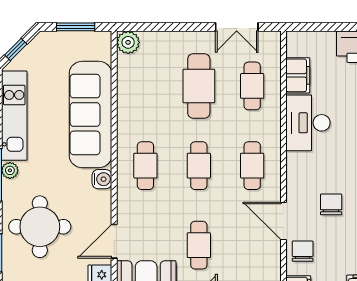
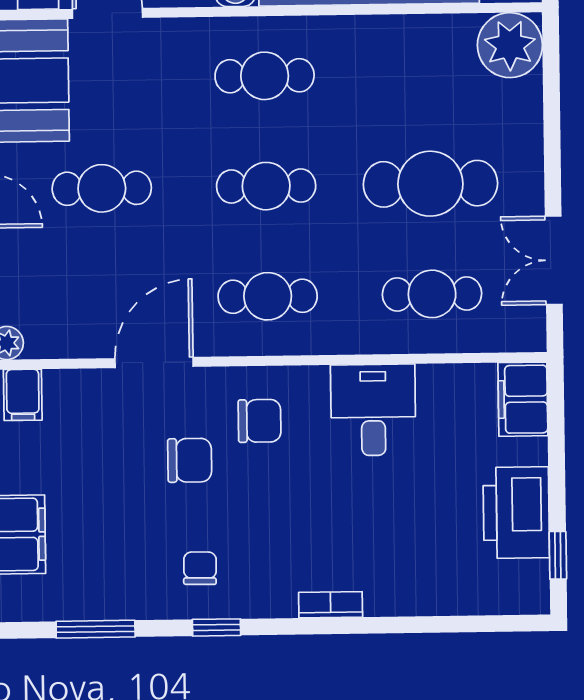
plant: (128, 42) -> (510, 45), width x1.36, depth x1.36
filing cabinet: (298, 75) -> (523, 399), moved, turned 90
desk: (308, 123) -> (373, 410), width x0.73
chair: (303, 251) -> (260, 421), moved

